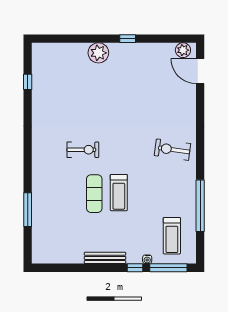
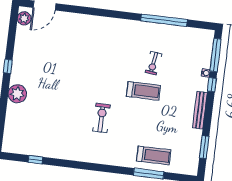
exercise bike: (172, 150) -> (153, 63), moved, width x0.73, depth x0.72
exercise mat: (94, 194) -> (142, 113), removed
treadmill: (172, 236) -> (154, 155), moved
window: (65, 268) -> (204, 147), added

